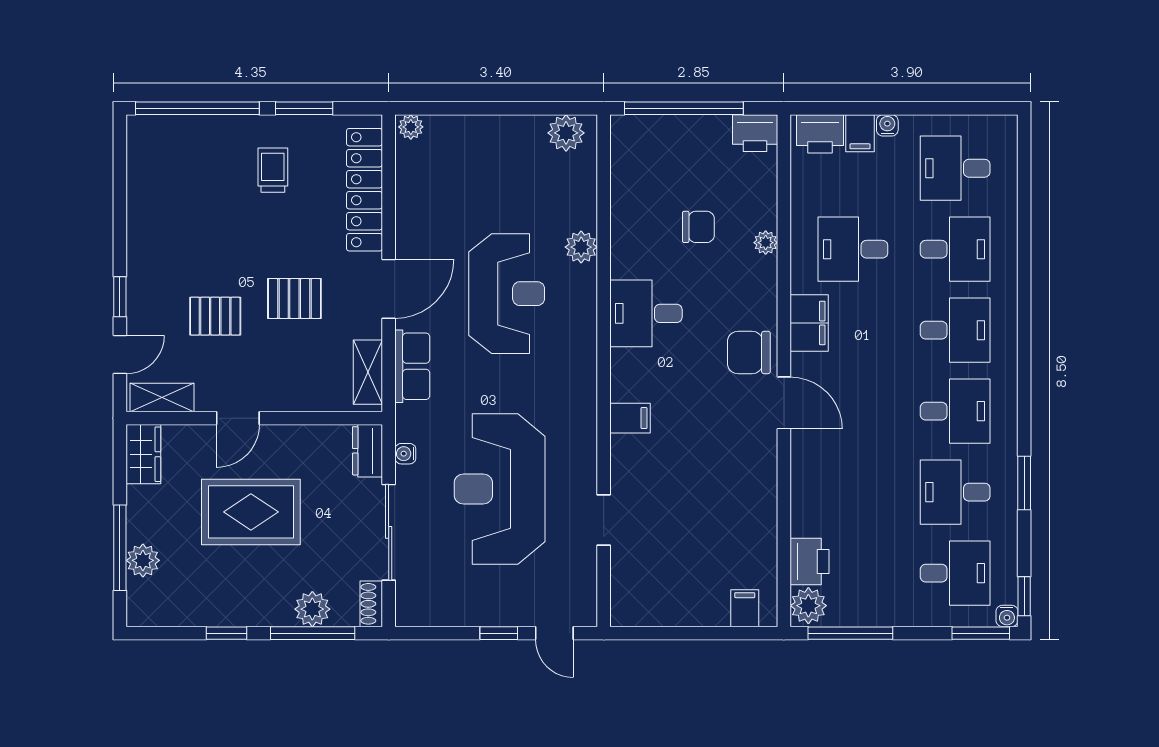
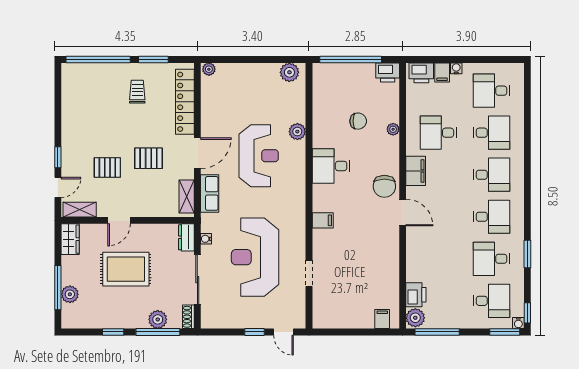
chair: (749, 352) -> (384, 186), turned -90

